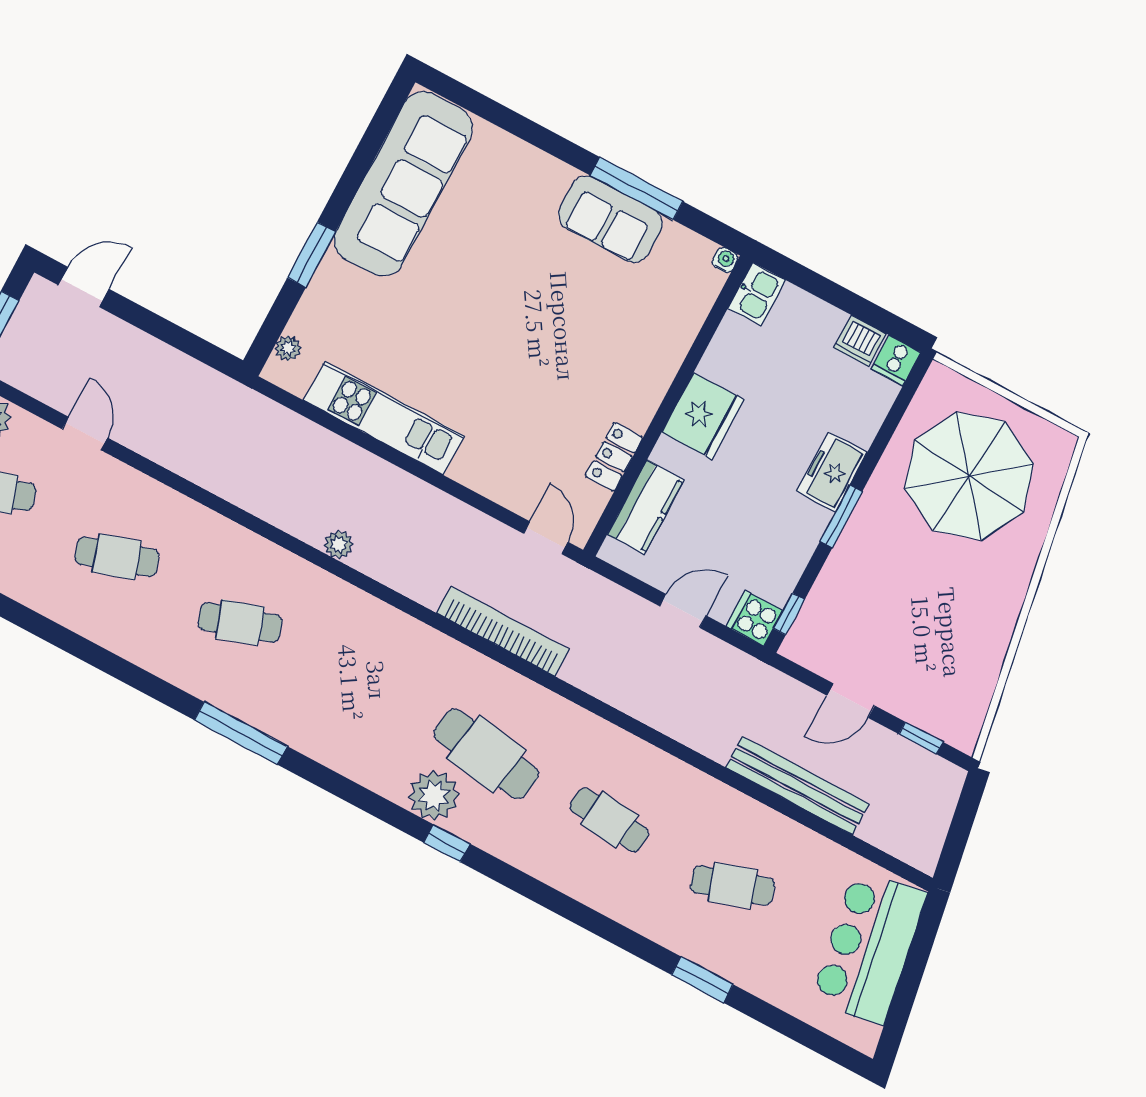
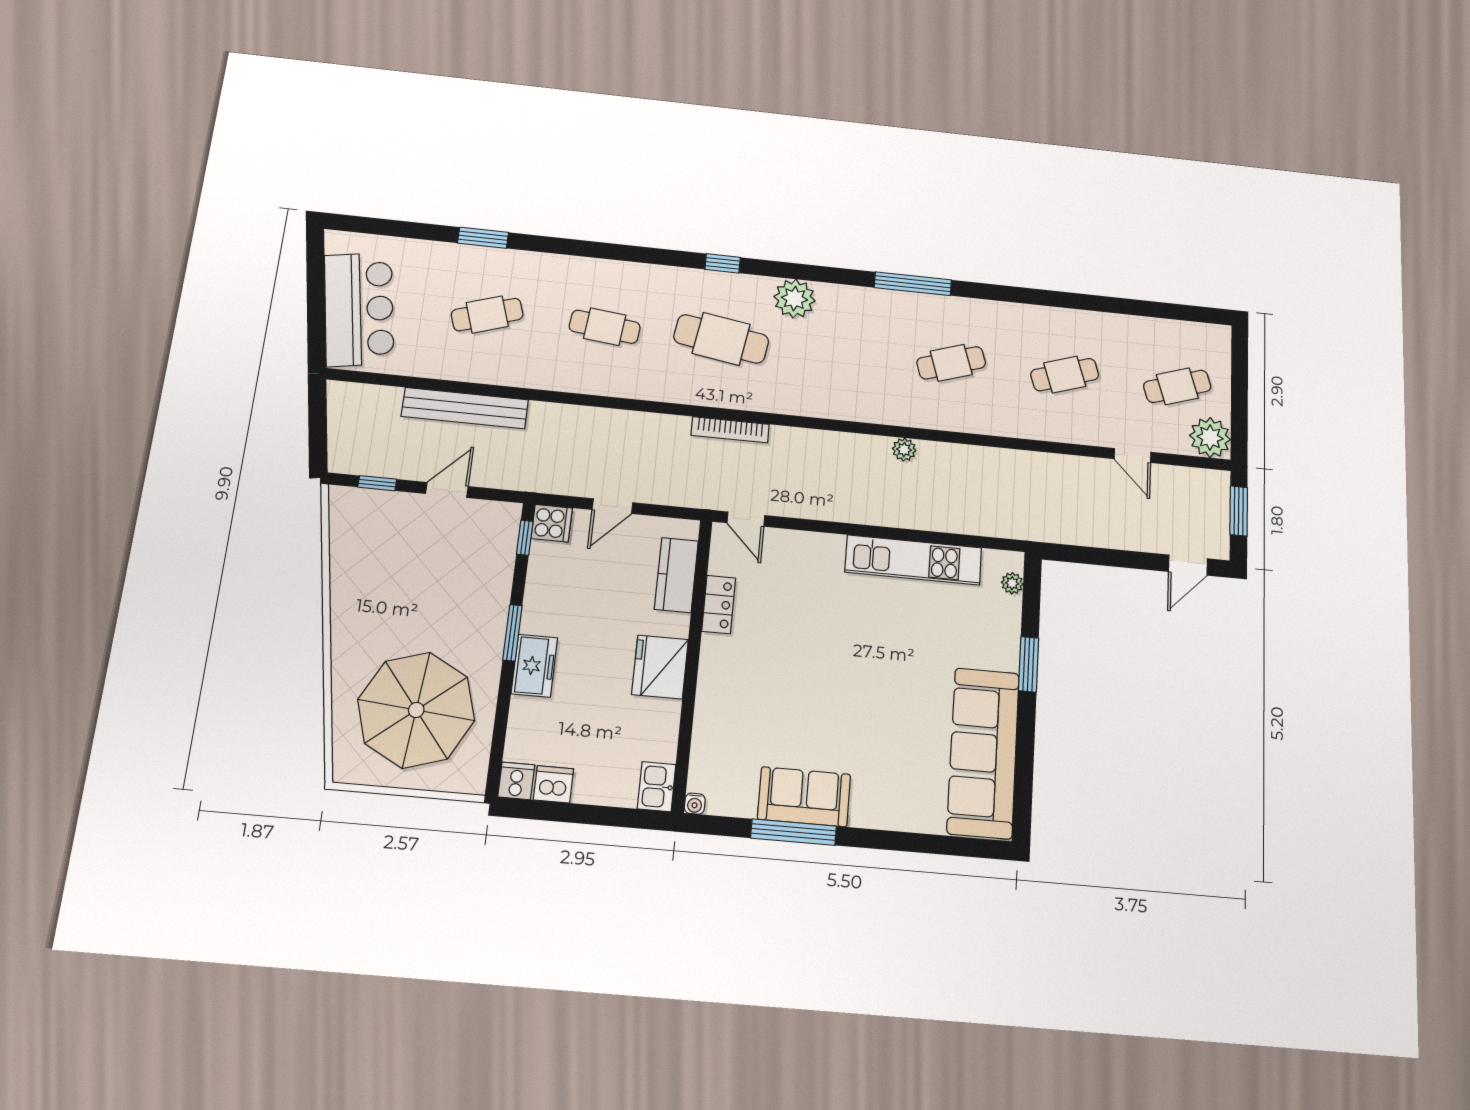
bookcase: (503, 631) -> (730, 430), width x0.68, depth x0.76
plant: (434, 796) -> (794, 299), moved

